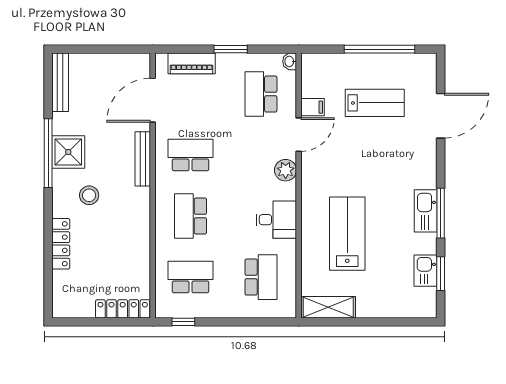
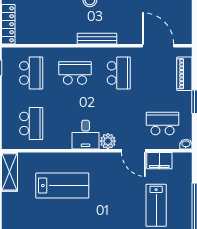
filing cabinet: (313, 107) -> (159, 161), width x2.00
bench: (143, 159) -> (97, 39), moved
desk: (276, 220) -> (86, 135), moved
school desk: (261, 277) -> (31, 124), turned -90

